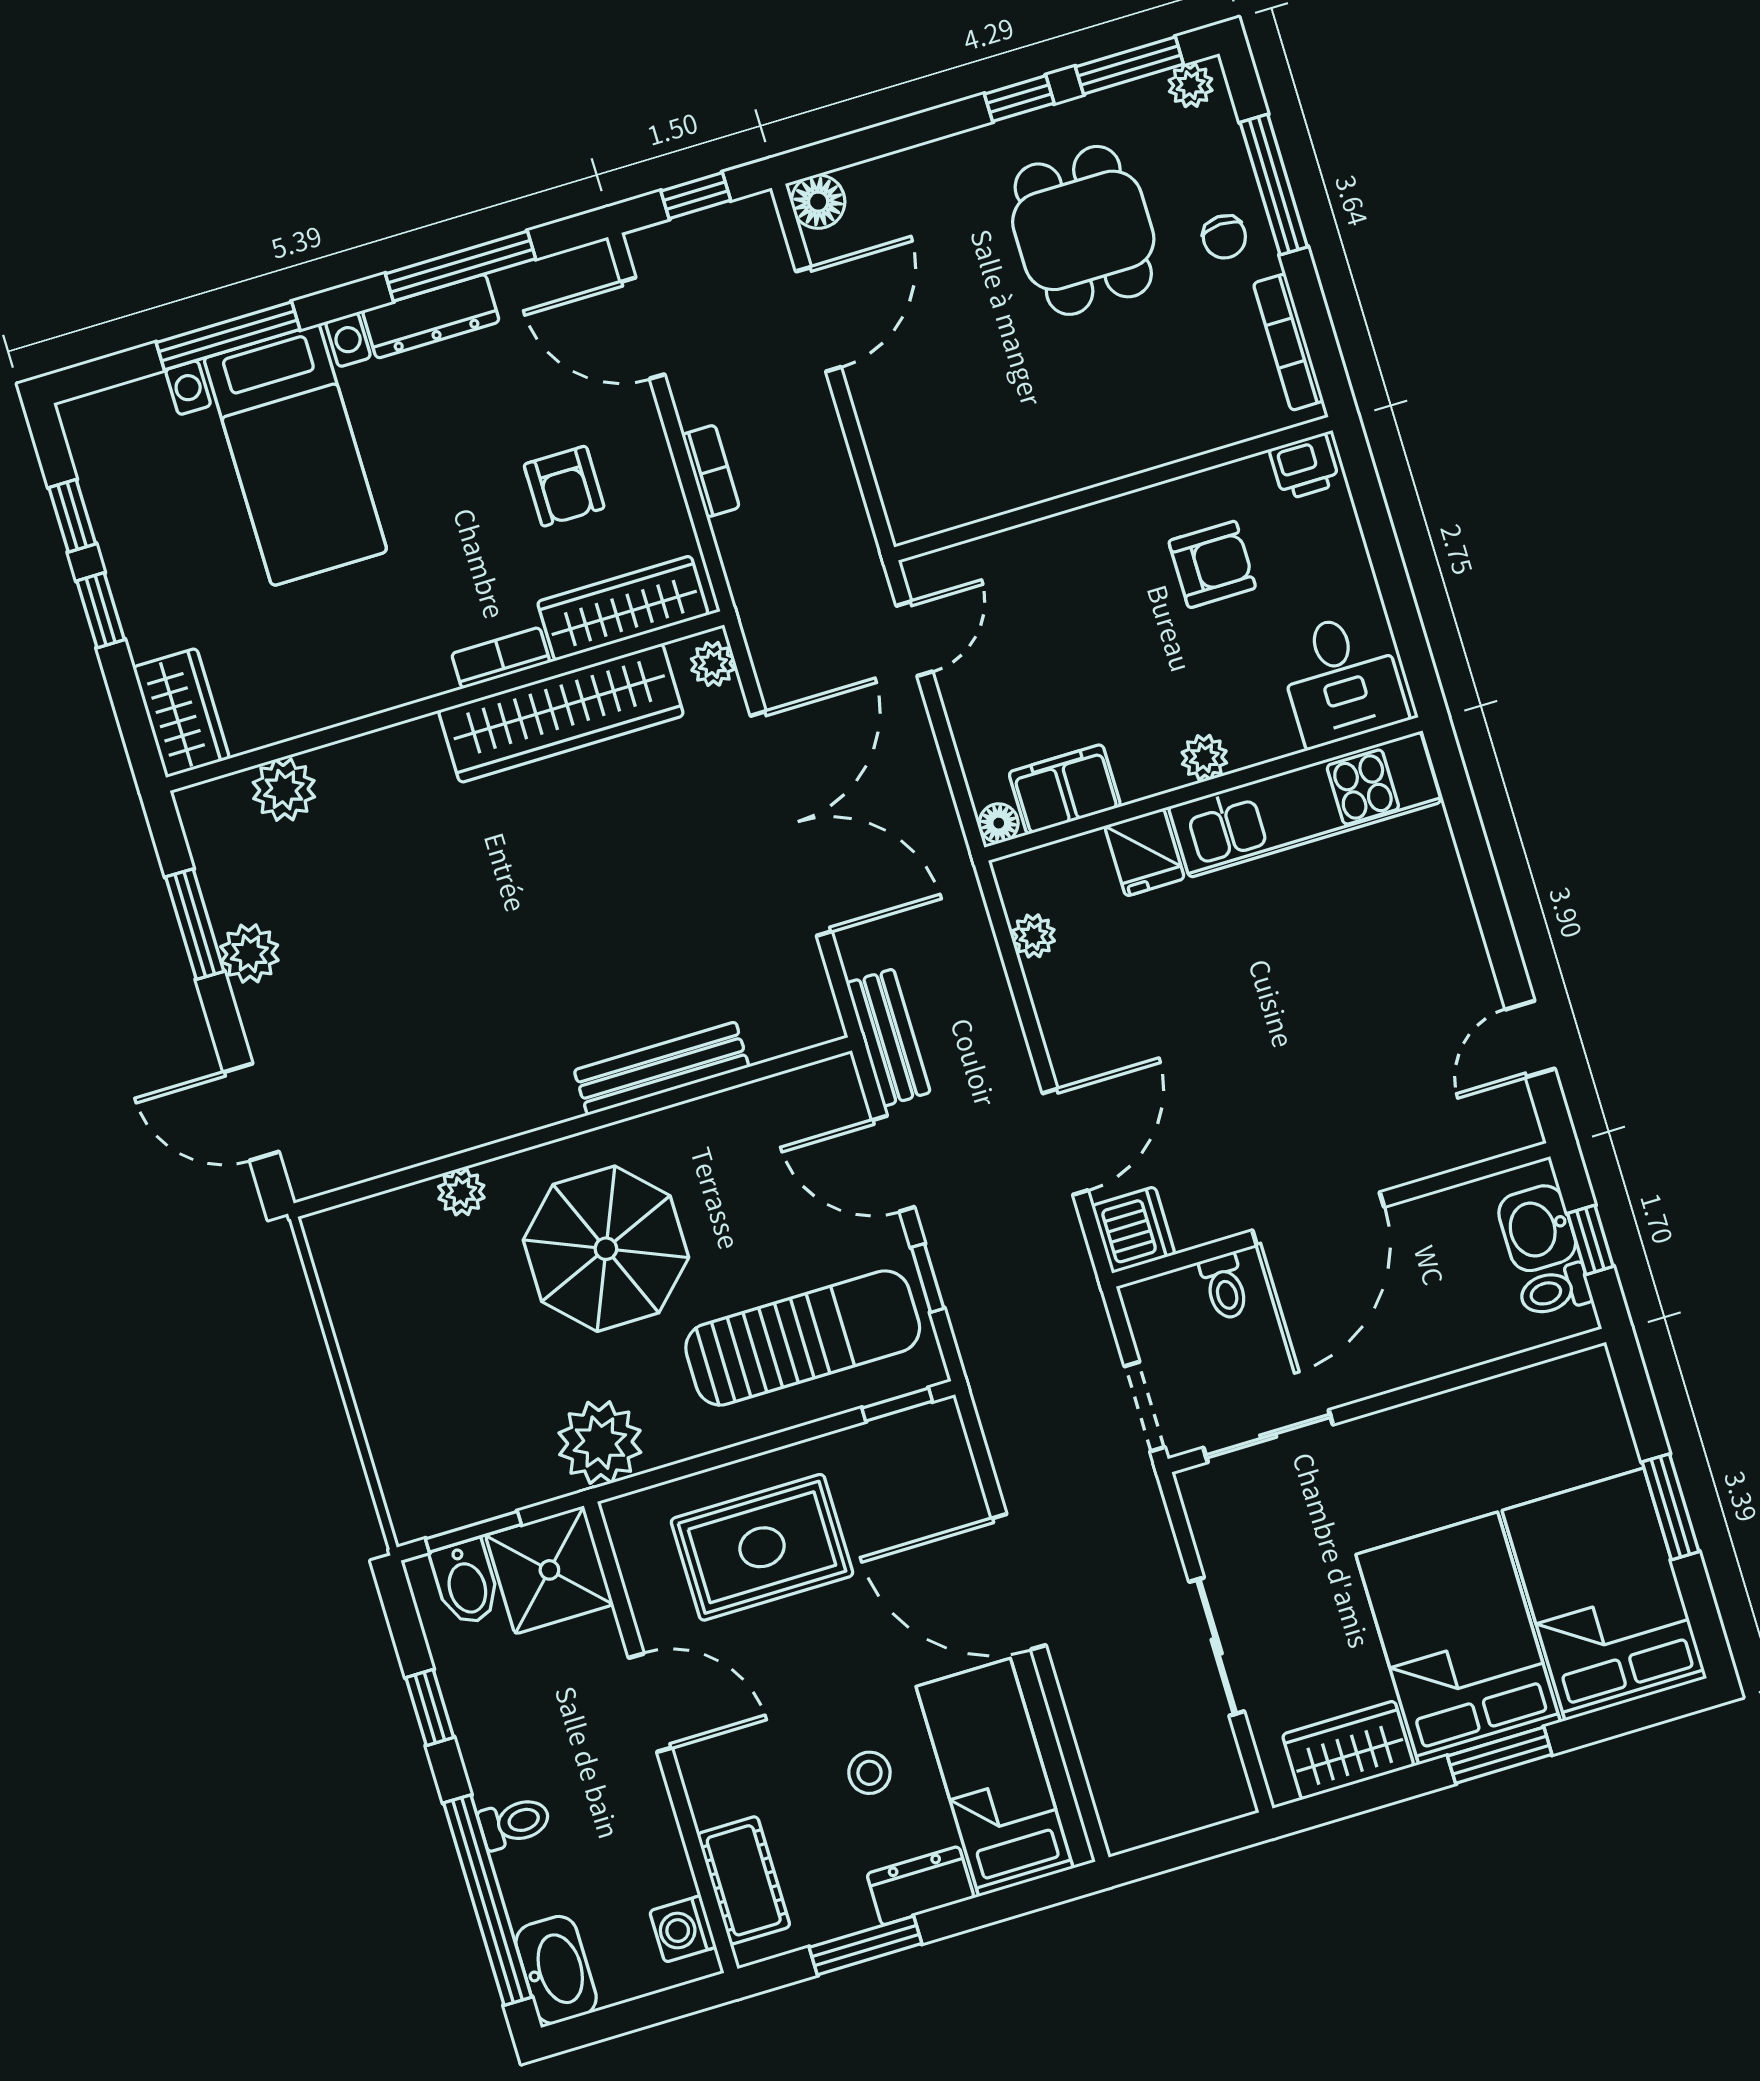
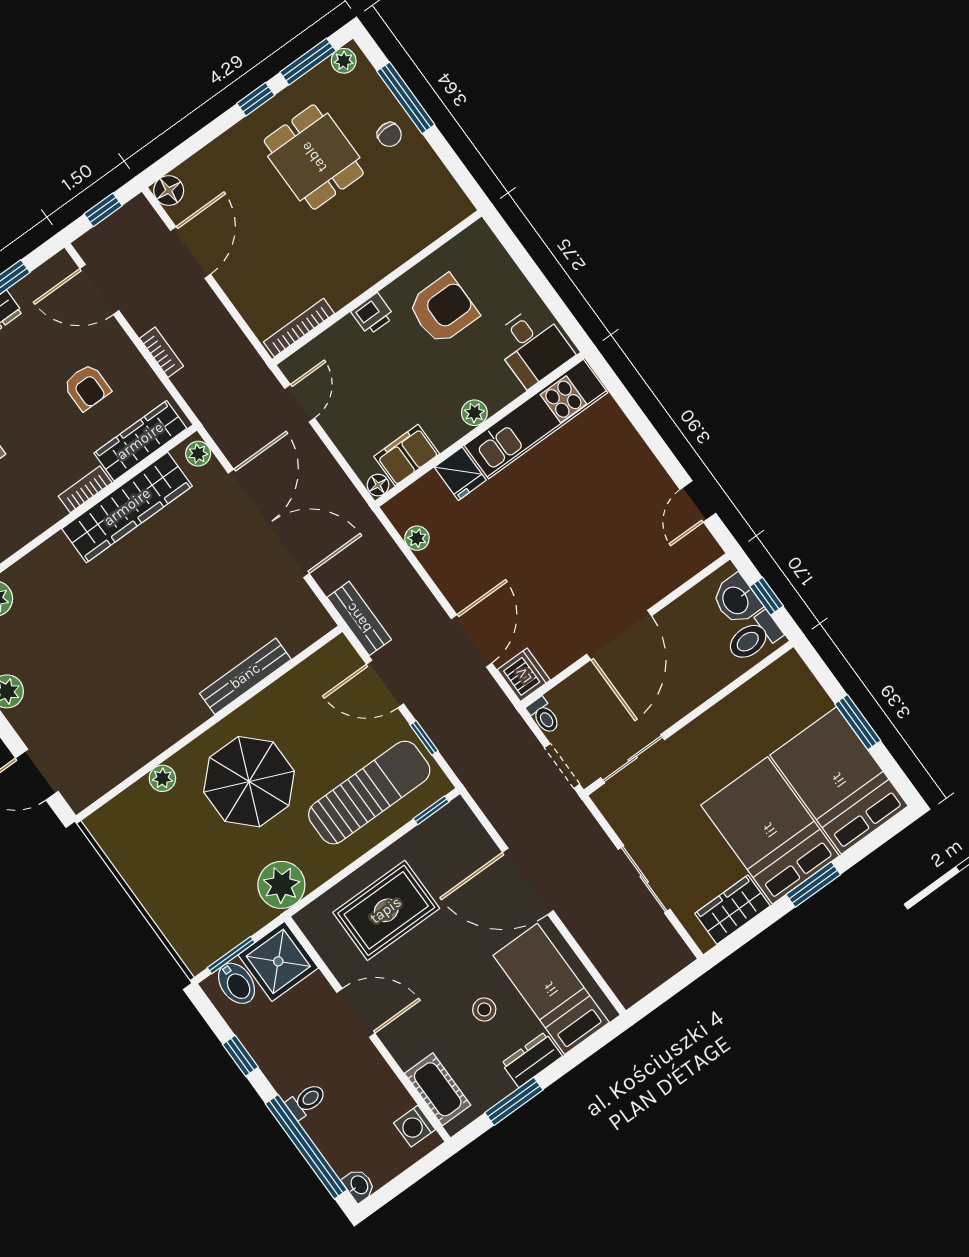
bookcase: (1288, 342) -> (299, 328), moved, turned 90
printer: (1305, 467) -> (373, 314), moved
armchair: (1212, 564) -> (443, 309), width x1.38, depth x1.38
toilet: (1225, 1287) -> (544, 716), moved
toilet: (1555, 1291) -> (754, 637), width x1.37, depth x1.39
washbasin: (556, 1970) -> (359, 1185), width x0.52, depth x0.69

